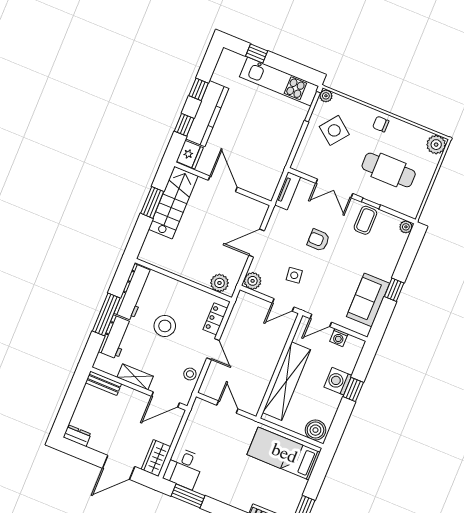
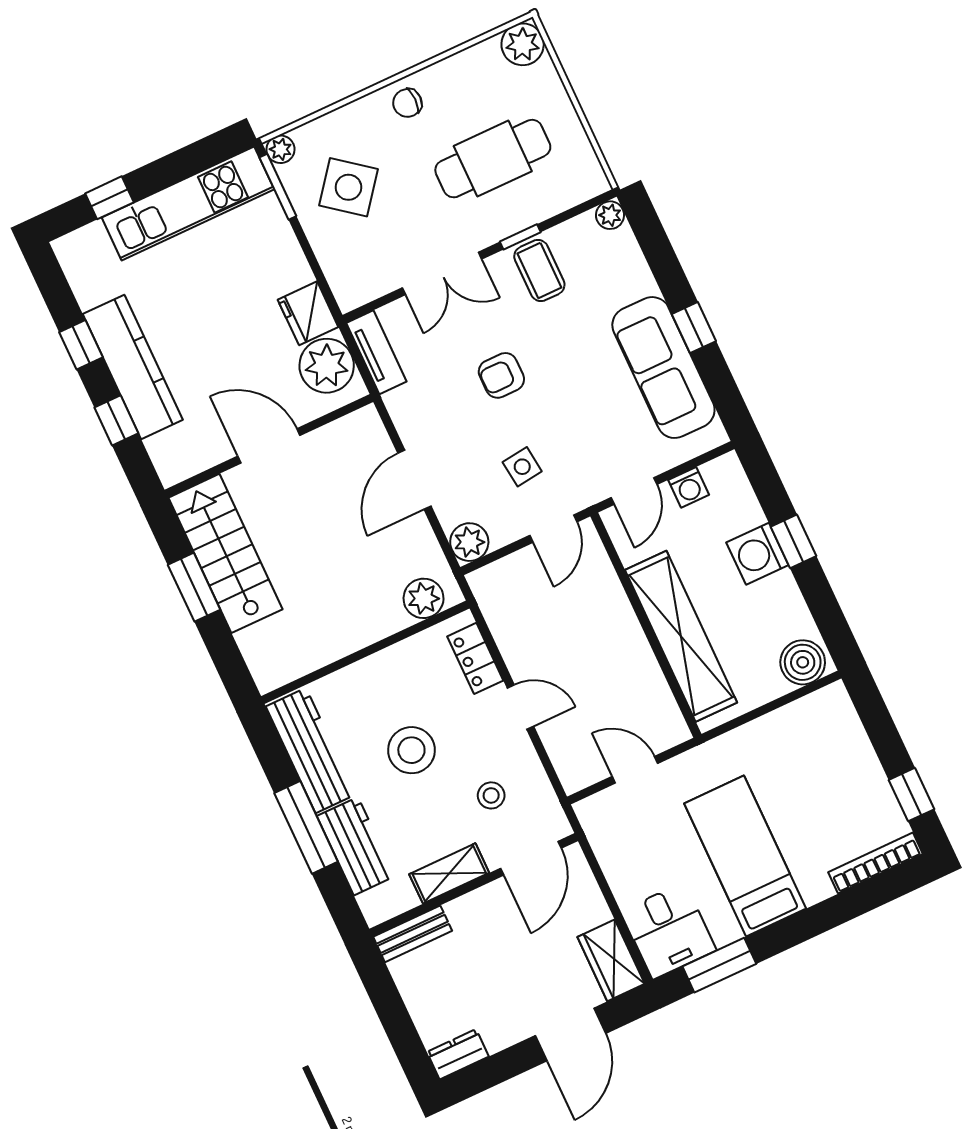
fridge: (190, 155) -> (308, 313), moved, turned 180
plant: (268, 178) -> (327, 366), added
sofa: (368, 300) -> (663, 368), width x1.36
stool: (190, 374) -> (491, 795), moved
bed: (284, 454) -> (745, 856), moved, turned 90

